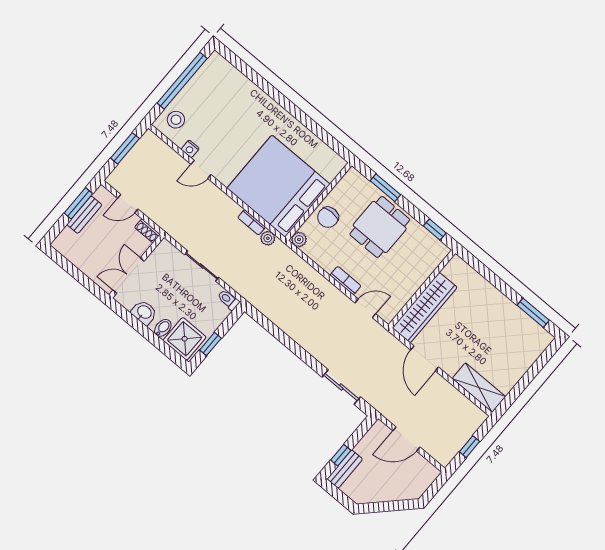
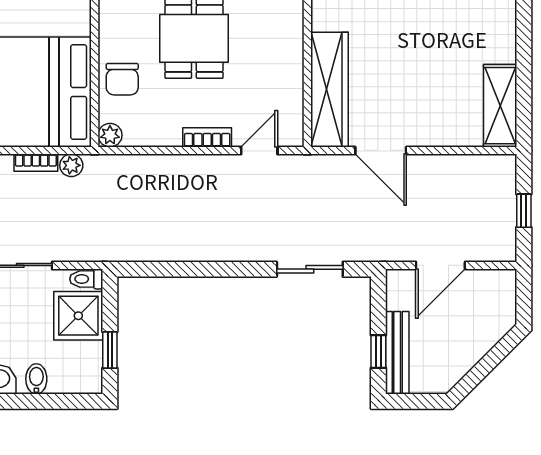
shower: (185, 339) -> (78, 316), moved
shelving: (479, 388) -> (500, 106), moved, turned 90
bench: (345, 469) -> (397, 353), width x1.36

